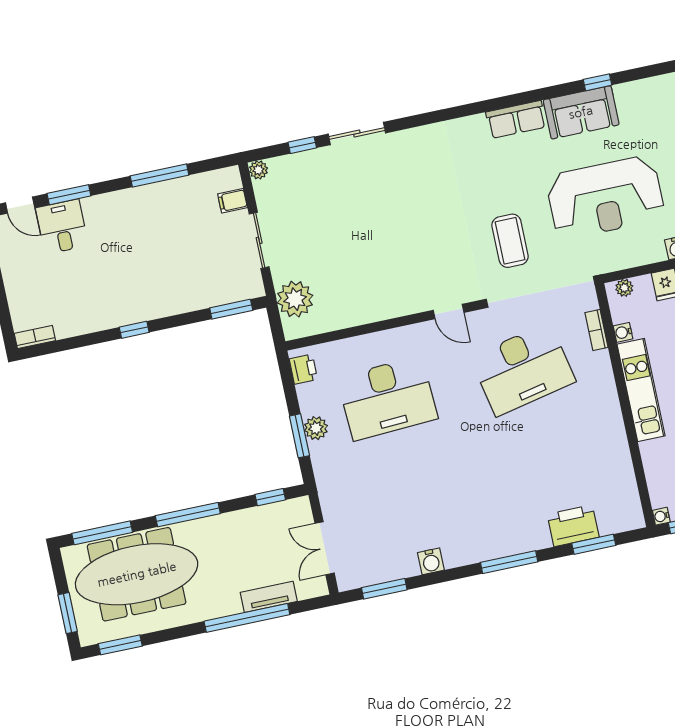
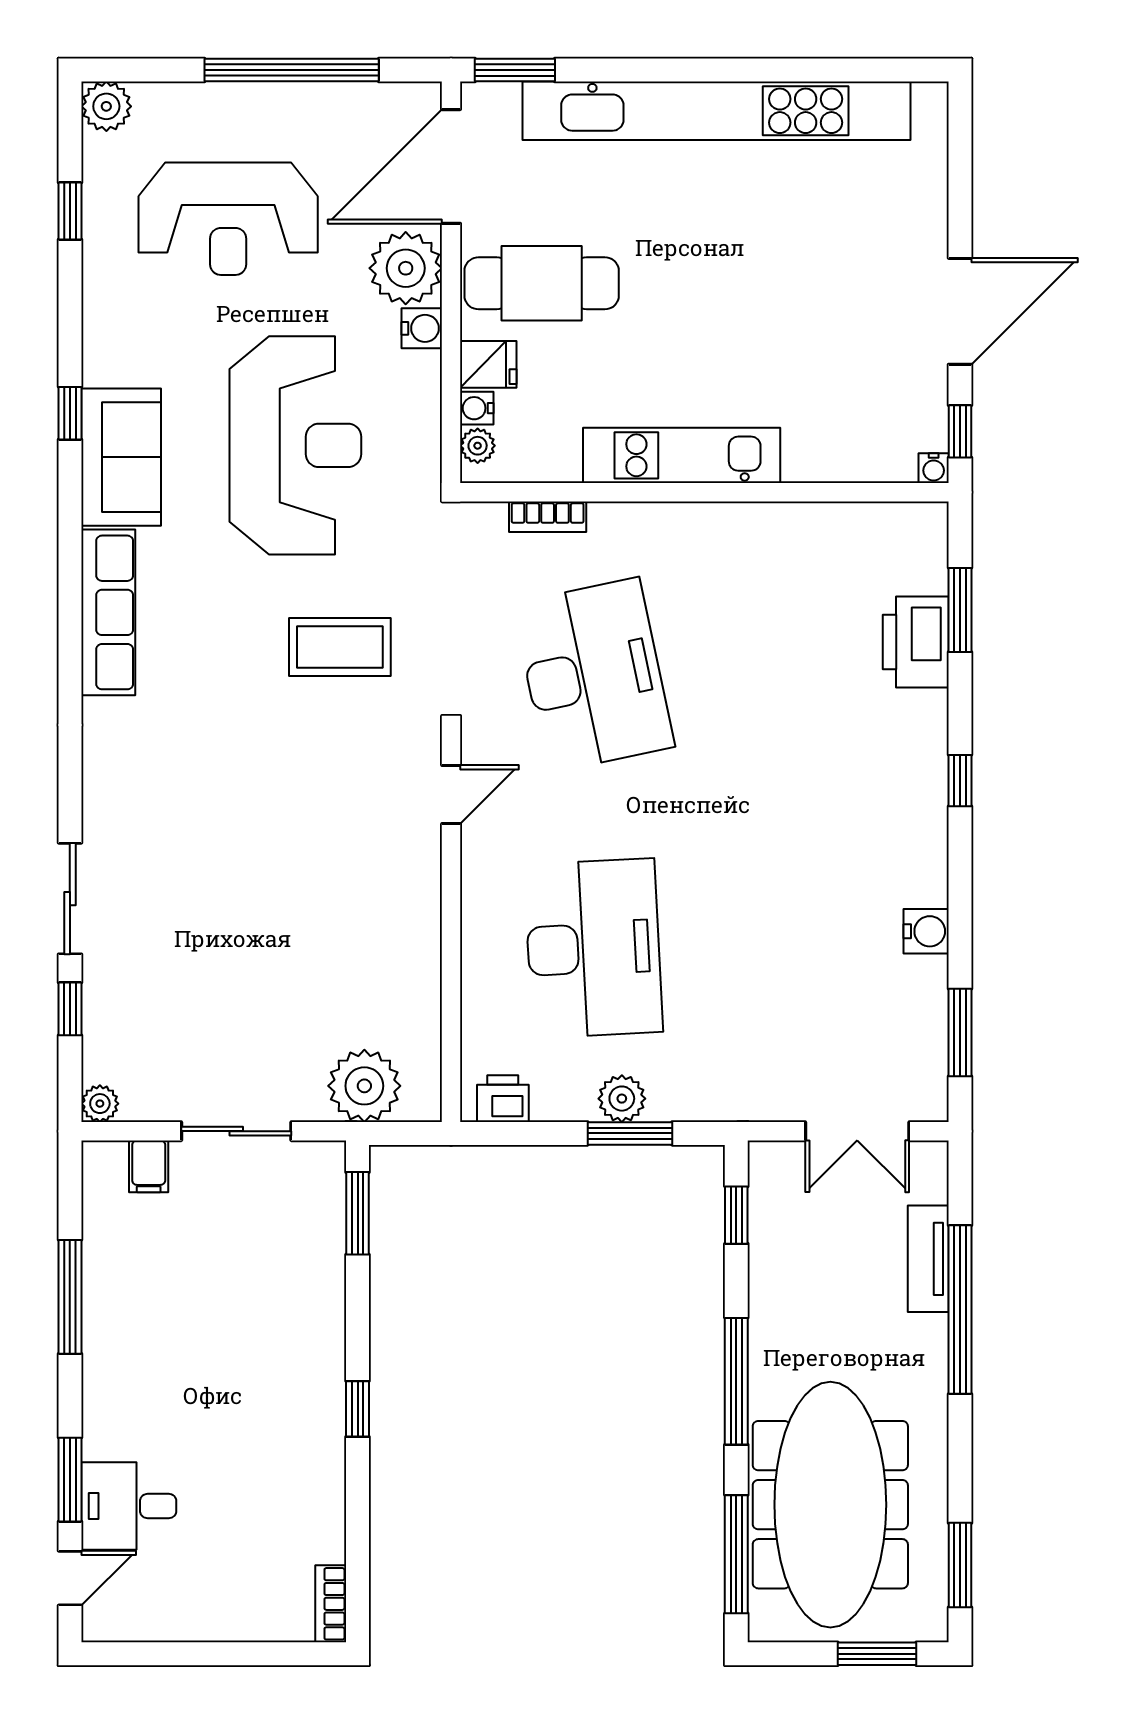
row of seats: (516, 119) -> (108, 612), width x1.48
water cooler: (623, 332) -> (477, 408), moved, turned 90
window: (509, 562) -> (960, 781), width x0.46

